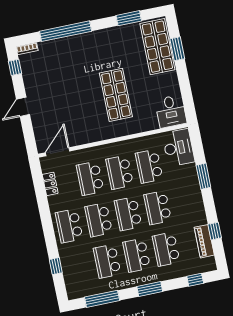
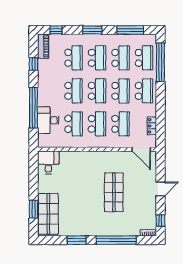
window: (129, 18) -> (77, 240), moved
shop shelf: (116, 95) -> (114, 192), moved
desk: (178, 148) -> (48, 120), moved
door: (58, 152) -> (141, 149), hinge flipped
window: (203, 176) -> (34, 108), width x2.11
piano: (204, 241) -> (43, 46), moved
window: (56, 266) -> (160, 62), width x3.17
school desk: (78, 267) -> (144, 58), added

